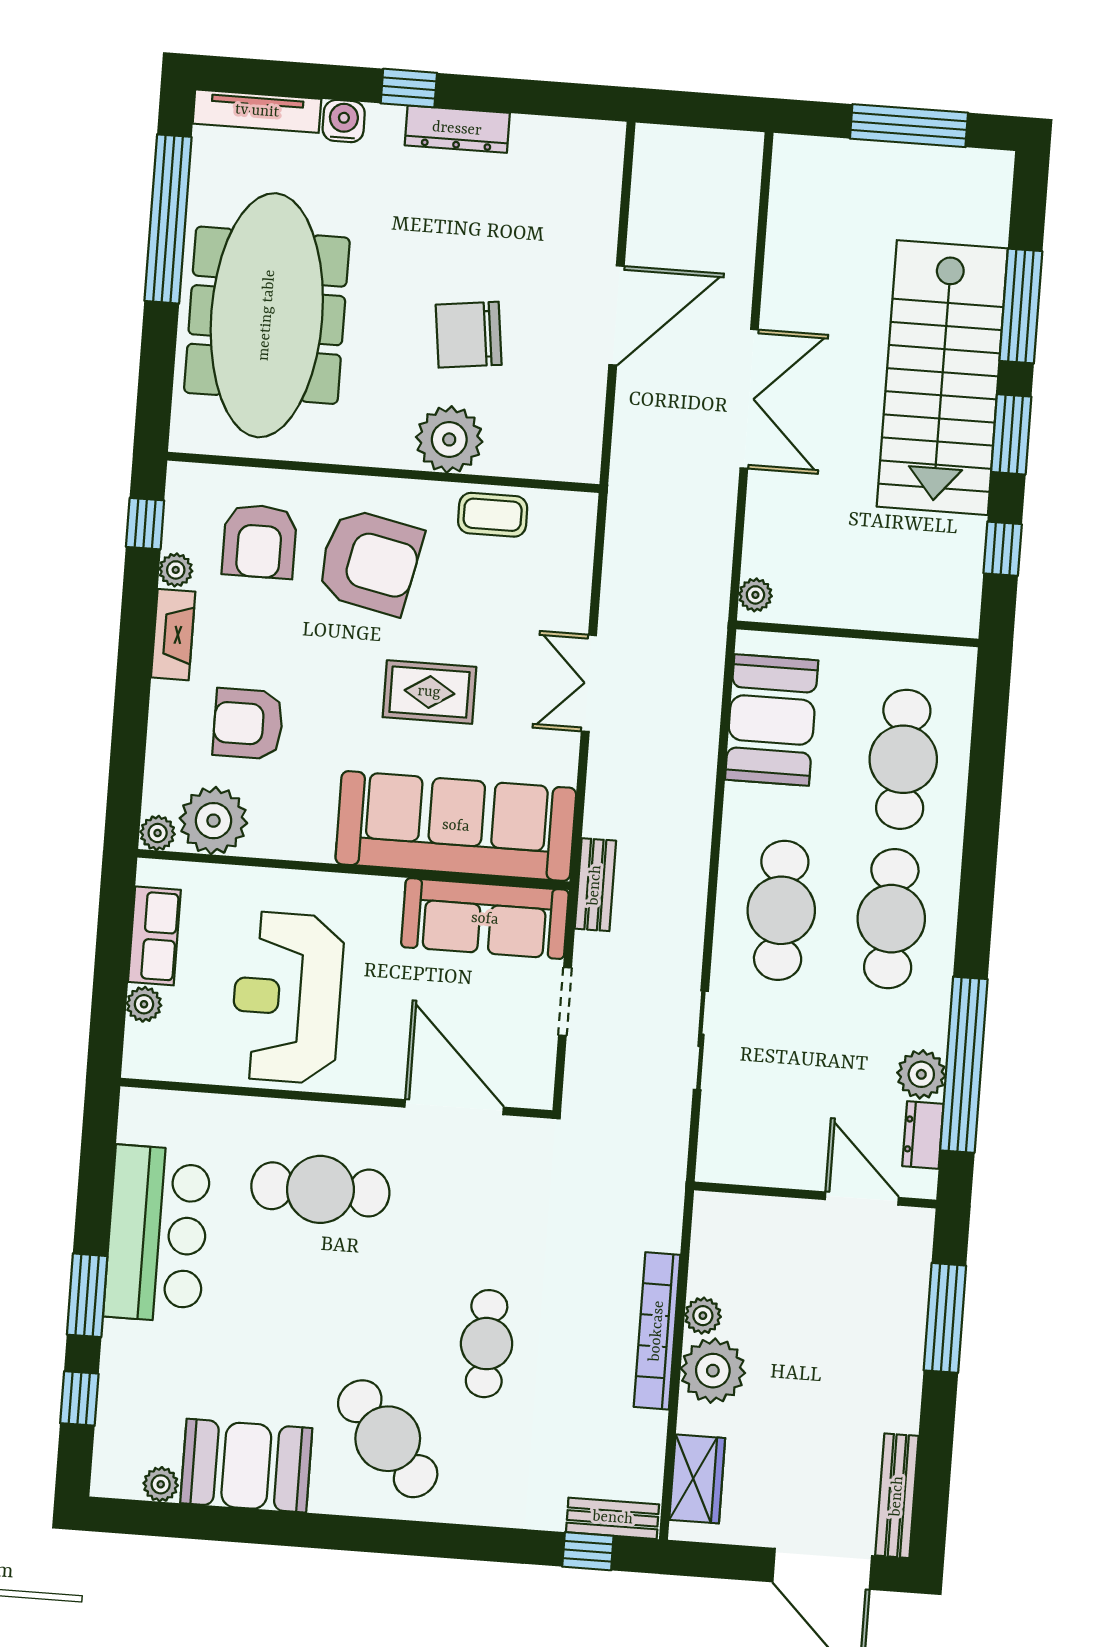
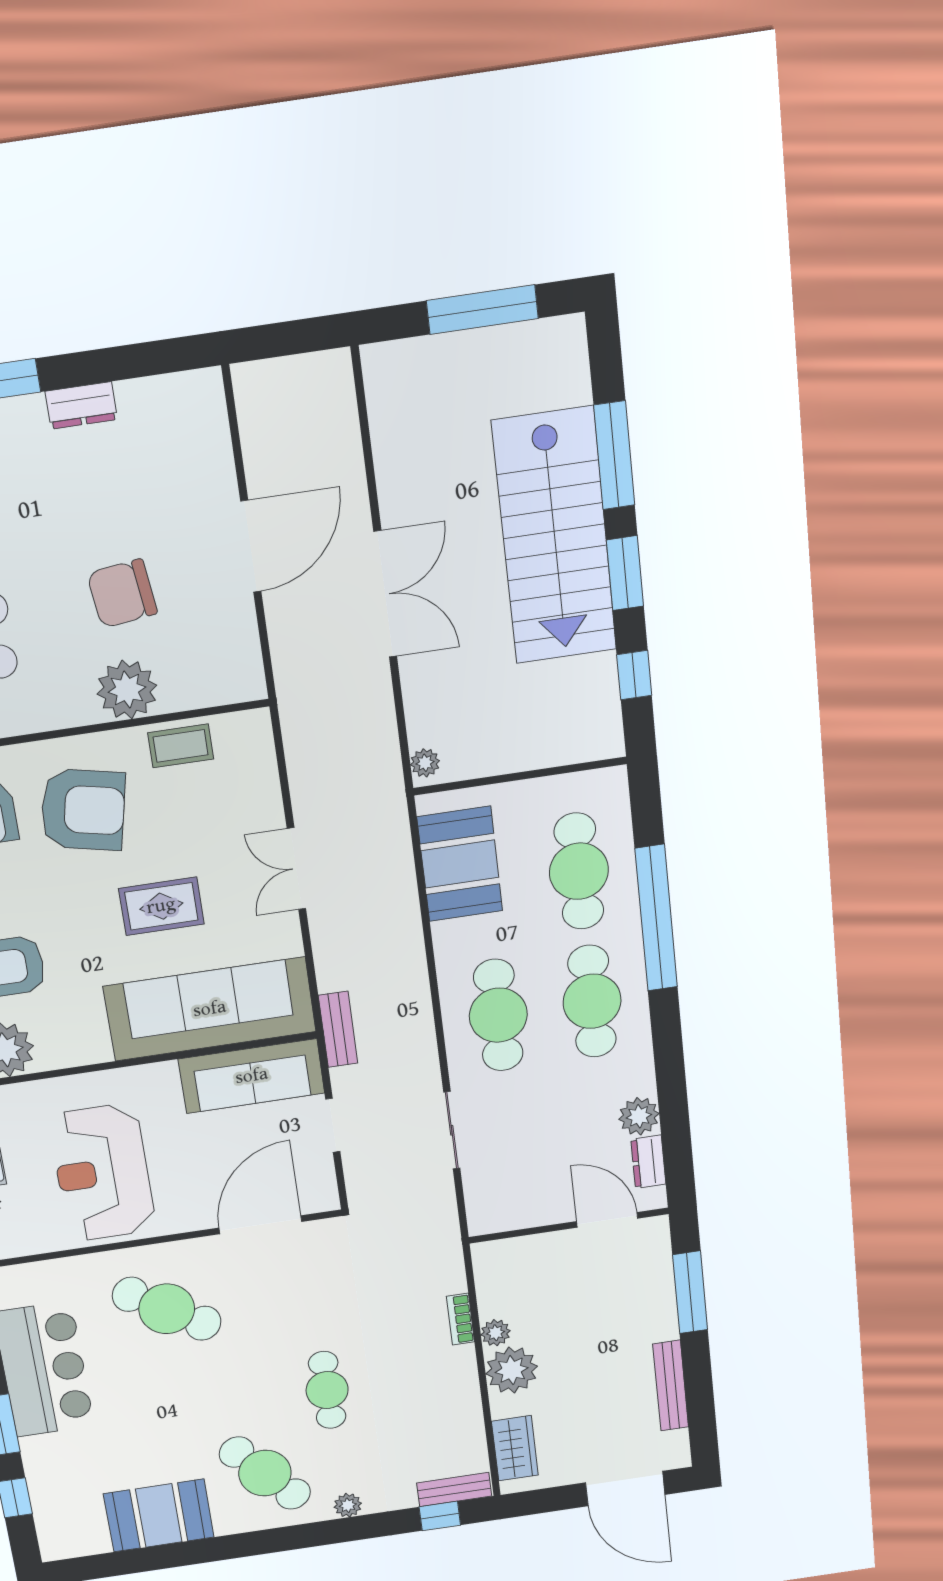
dresser: (457, 129) -> (81, 405), width x0.70
window: (964, 1065) -> (656, 918), moved
door: (454, 1107) -> (260, 1225), hinge flipped
cafe table: (320, 1189) -> (167, 1309), turned 33
bookcase: (657, 1331) -> (460, 1319), width x0.43, depth x0.76
plant: (161, 1484) -> (348, 1505), moved
bench: (897, 1496) -> (671, 1386), moved

